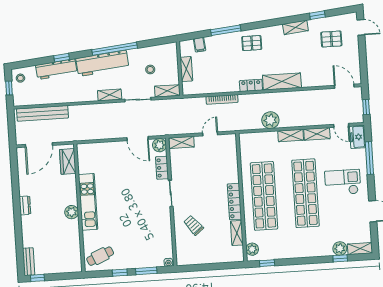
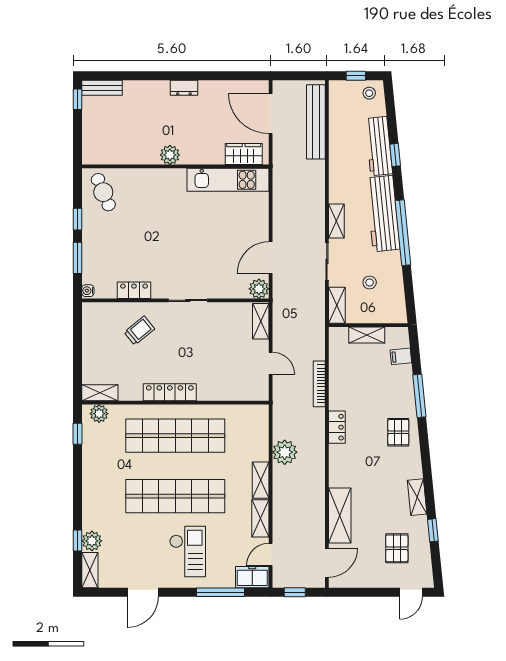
shelving: (282, 81) -> (340, 516), moved
locker: (162, 168) -> (134, 290), moved
kitchen unit: (88, 202) -> (228, 180), moved
shelving: (237, 233) -> (100, 393), moved

